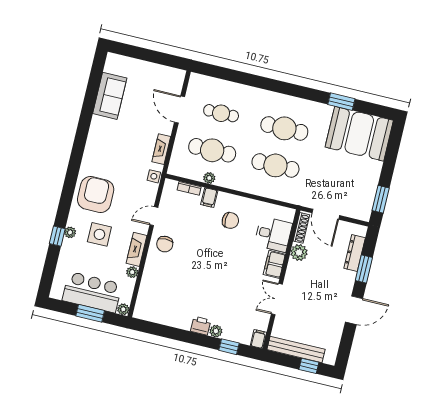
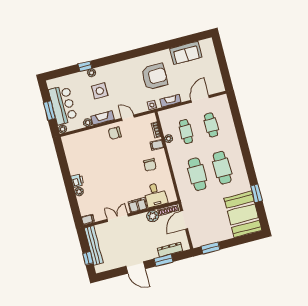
cafe table: (212, 150) -> (186, 132), width x0.73, depth x0.74
armchair: (96, 195) -> (154, 77), moved
window: (229, 347) -> (74, 204), removed

